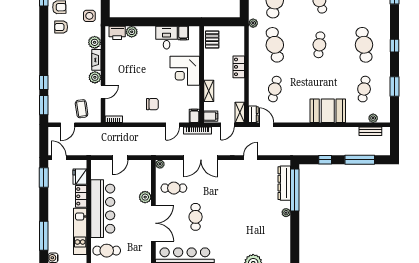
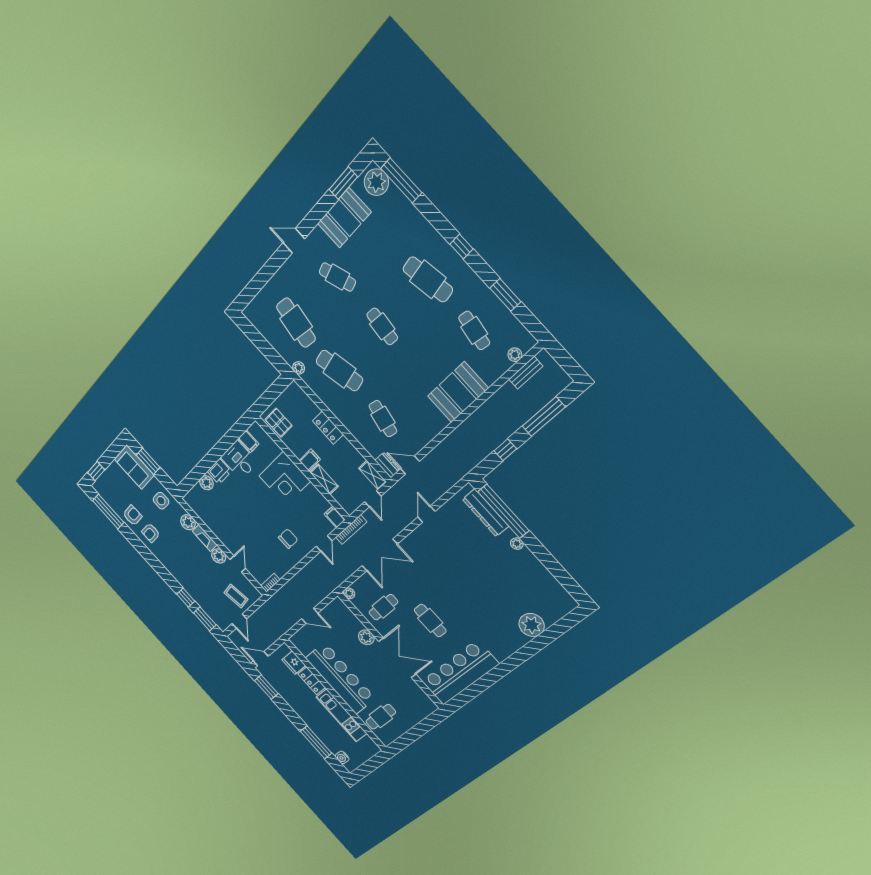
printer: (117, 33) -> (219, 471), moved
filing cabinet: (211, 116) -> (310, 460), moved
door: (120, 158) -> (310, 616), hinge flipped

